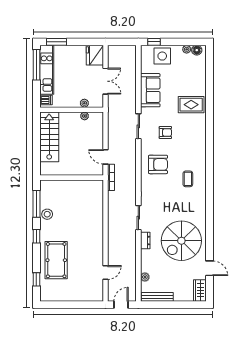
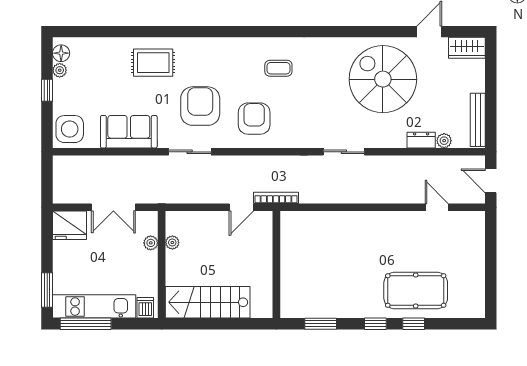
window: (154, 42) -> (47, 90), moved
side table: (162, 56) -> (70, 129), moved
double door: (105, 81) -> (113, 207), swing flipped
rug: (191, 105) -> (153, 63), turned 90
armchair: (165, 133) -> (200, 106), width x1.88, depth x1.88
window: (36, 204) -> (321, 324), width x0.69
stool: (47, 214) -> (338, 306), removed
dresser: (145, 241) -> (421, 140), moved
spiral stairs: (181, 241) -> (383, 79), turned 180
window: (36, 279) -> (414, 324), moved

